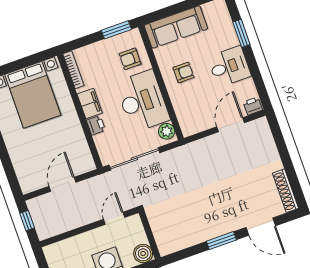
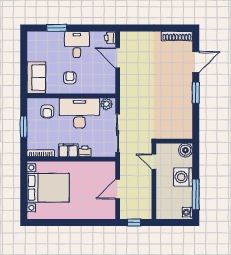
sofa: (176, 27) -> (36, 78), width x0.73
window: (116, 30) -> (24, 127), moved
door: (62, 184) -> (118, 189), hinge flipped

